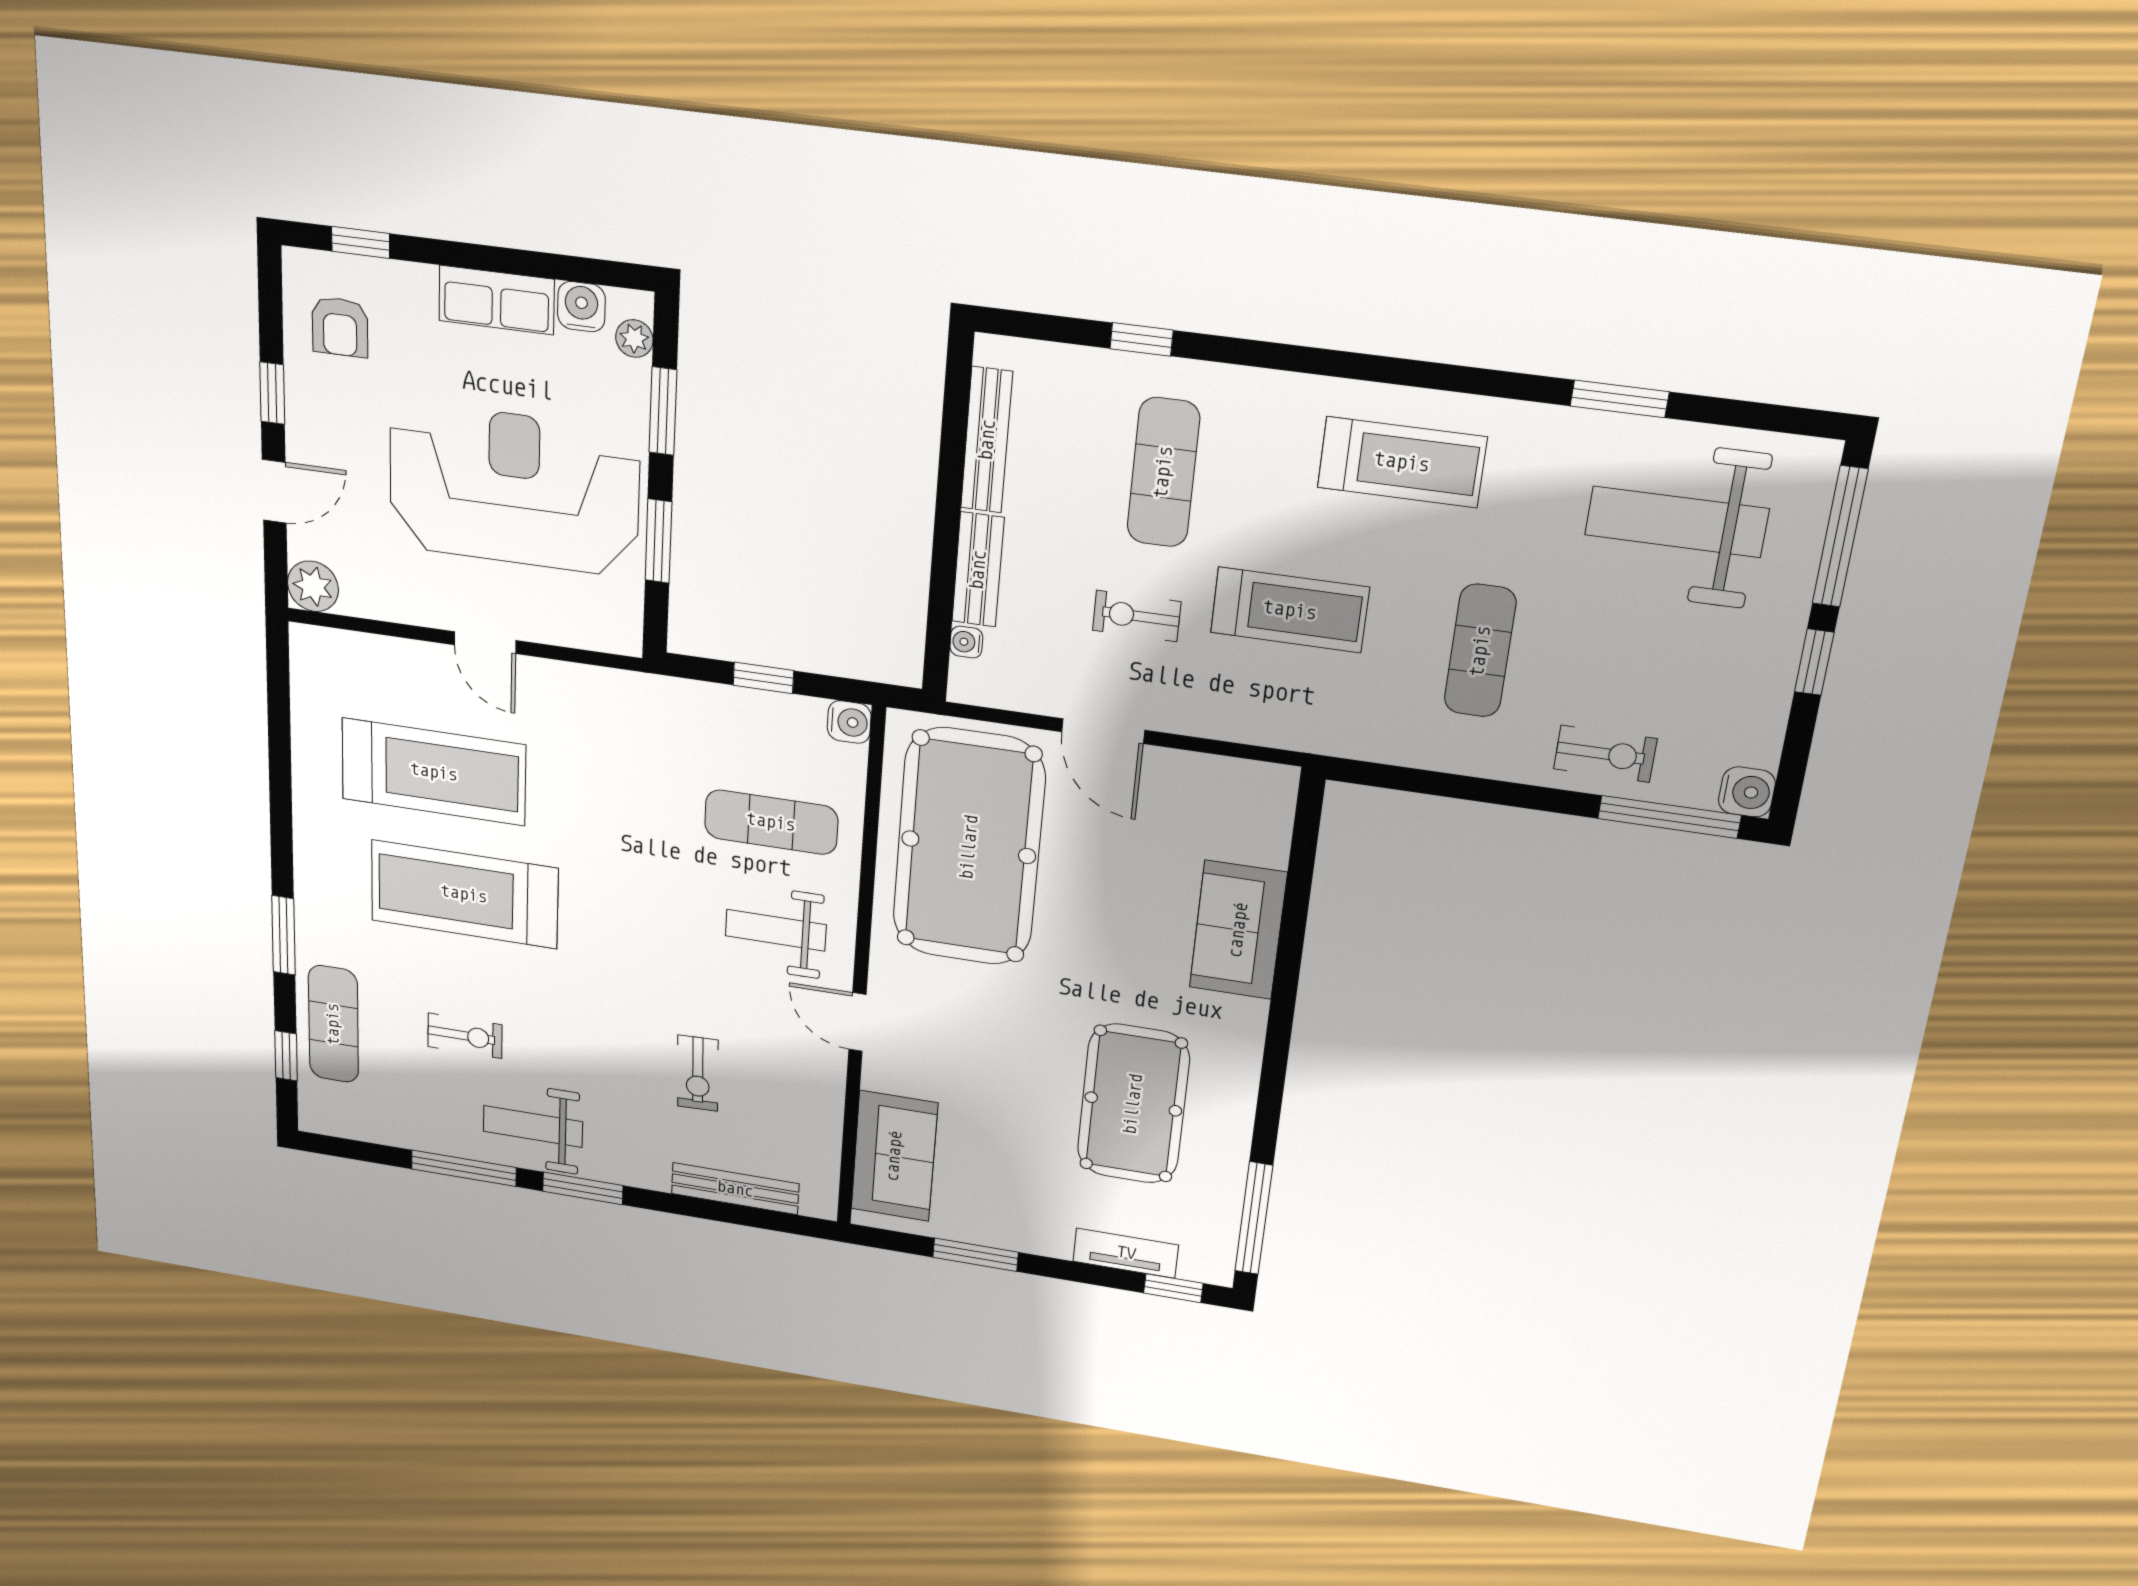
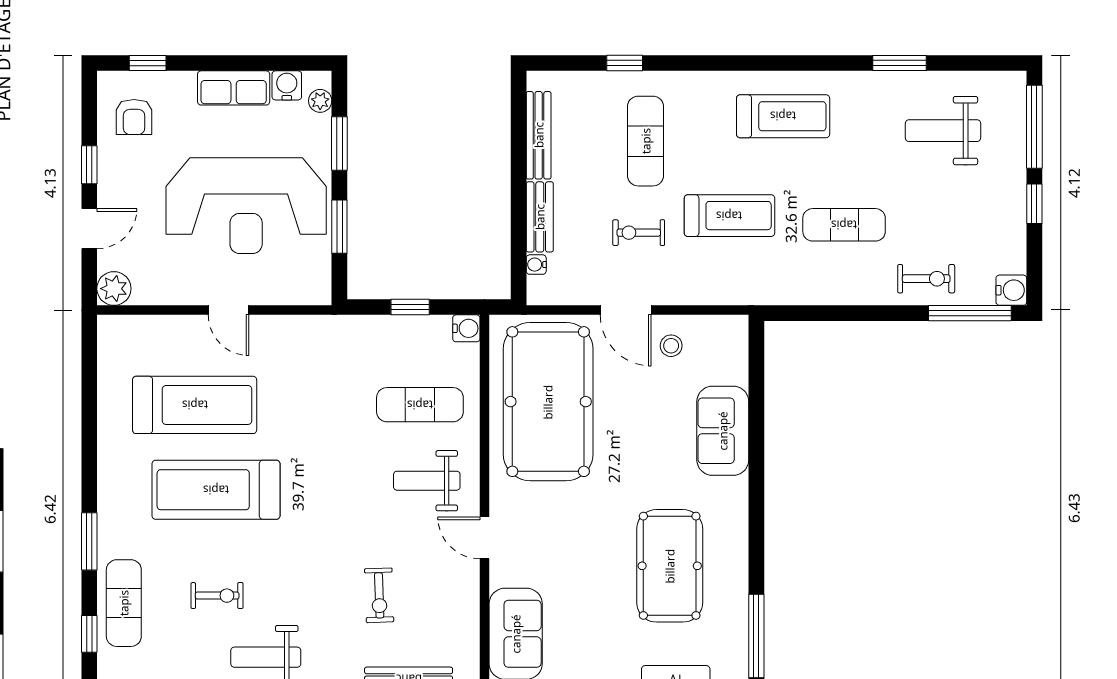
reception desk: (514, 489) -> (246, 206), turned 180
weight bench: (1677, 522) -> (943, 131), width x0.73, depth x0.75
exercise mat: (1480, 651) -> (844, 225), turned 90
stool: (1171, 795) -> (671, 346), added

